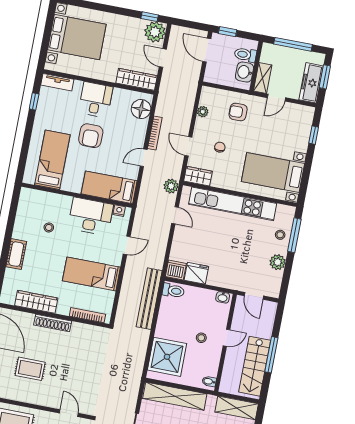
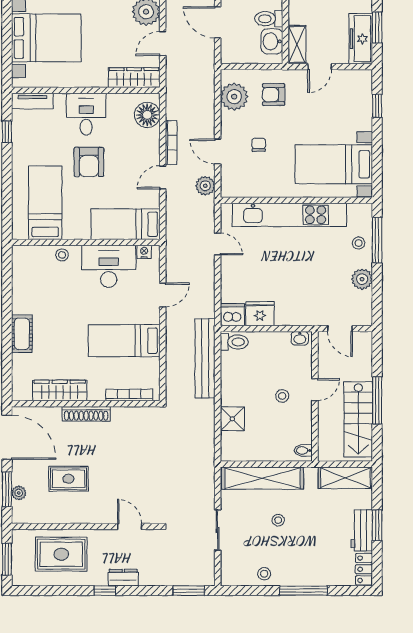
door: (163, 58) -> (163, 44), hinge flipped
plant: (203, 112) -> (234, 97), width x1.88, depth x1.88
wardrobe: (198, 176) -> (238, 188), removed
plant: (171, 186) -> (205, 186), moved
stool: (49, 227) -> (62, 255), moved
shower: (167, 357) -> (232, 419), width x0.54, depth x0.54

